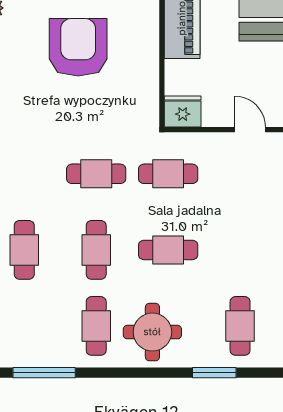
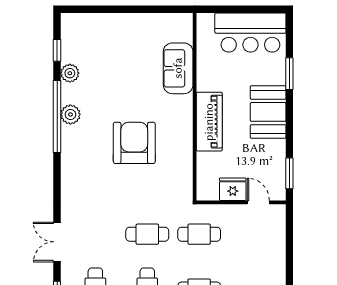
fridge: (183, 112) -> (233, 189), moved

